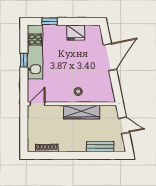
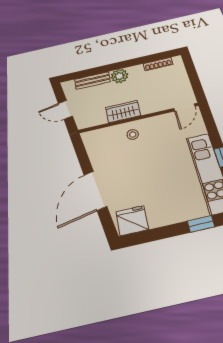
fridge: (76, 33) -> (132, 220), moved
wardrobe: (82, 112) -> (123, 112), width x0.67
plant: (78, 145) -> (119, 76), added

